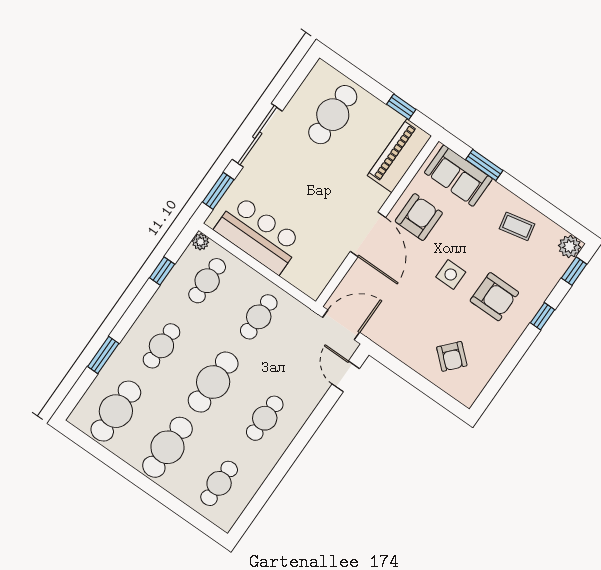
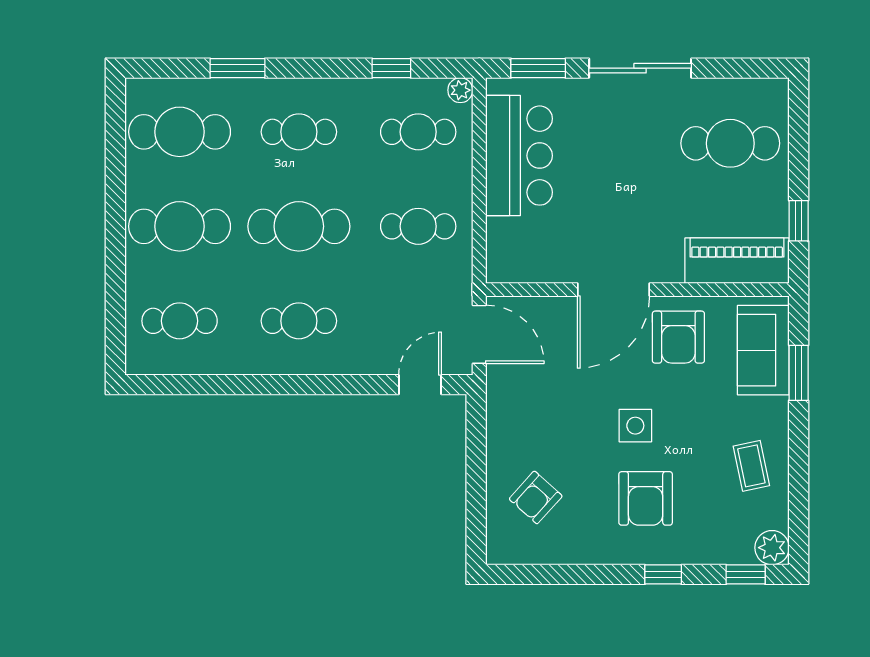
armchair: (419, 217) -> (678, 337), turned 90

